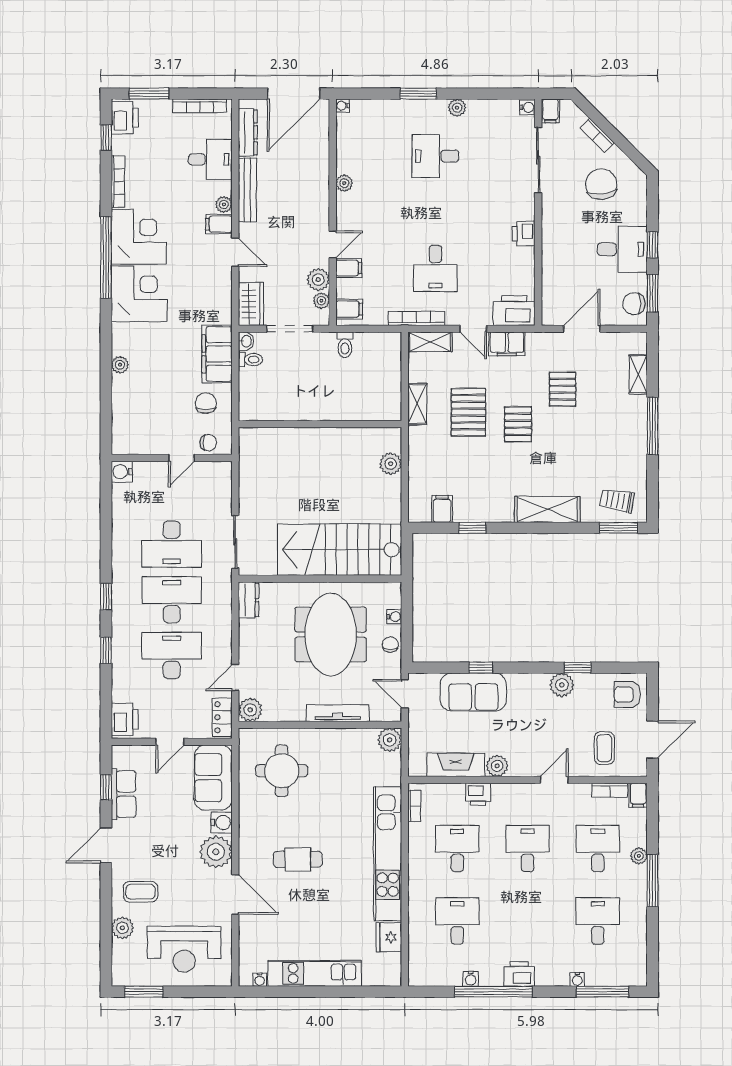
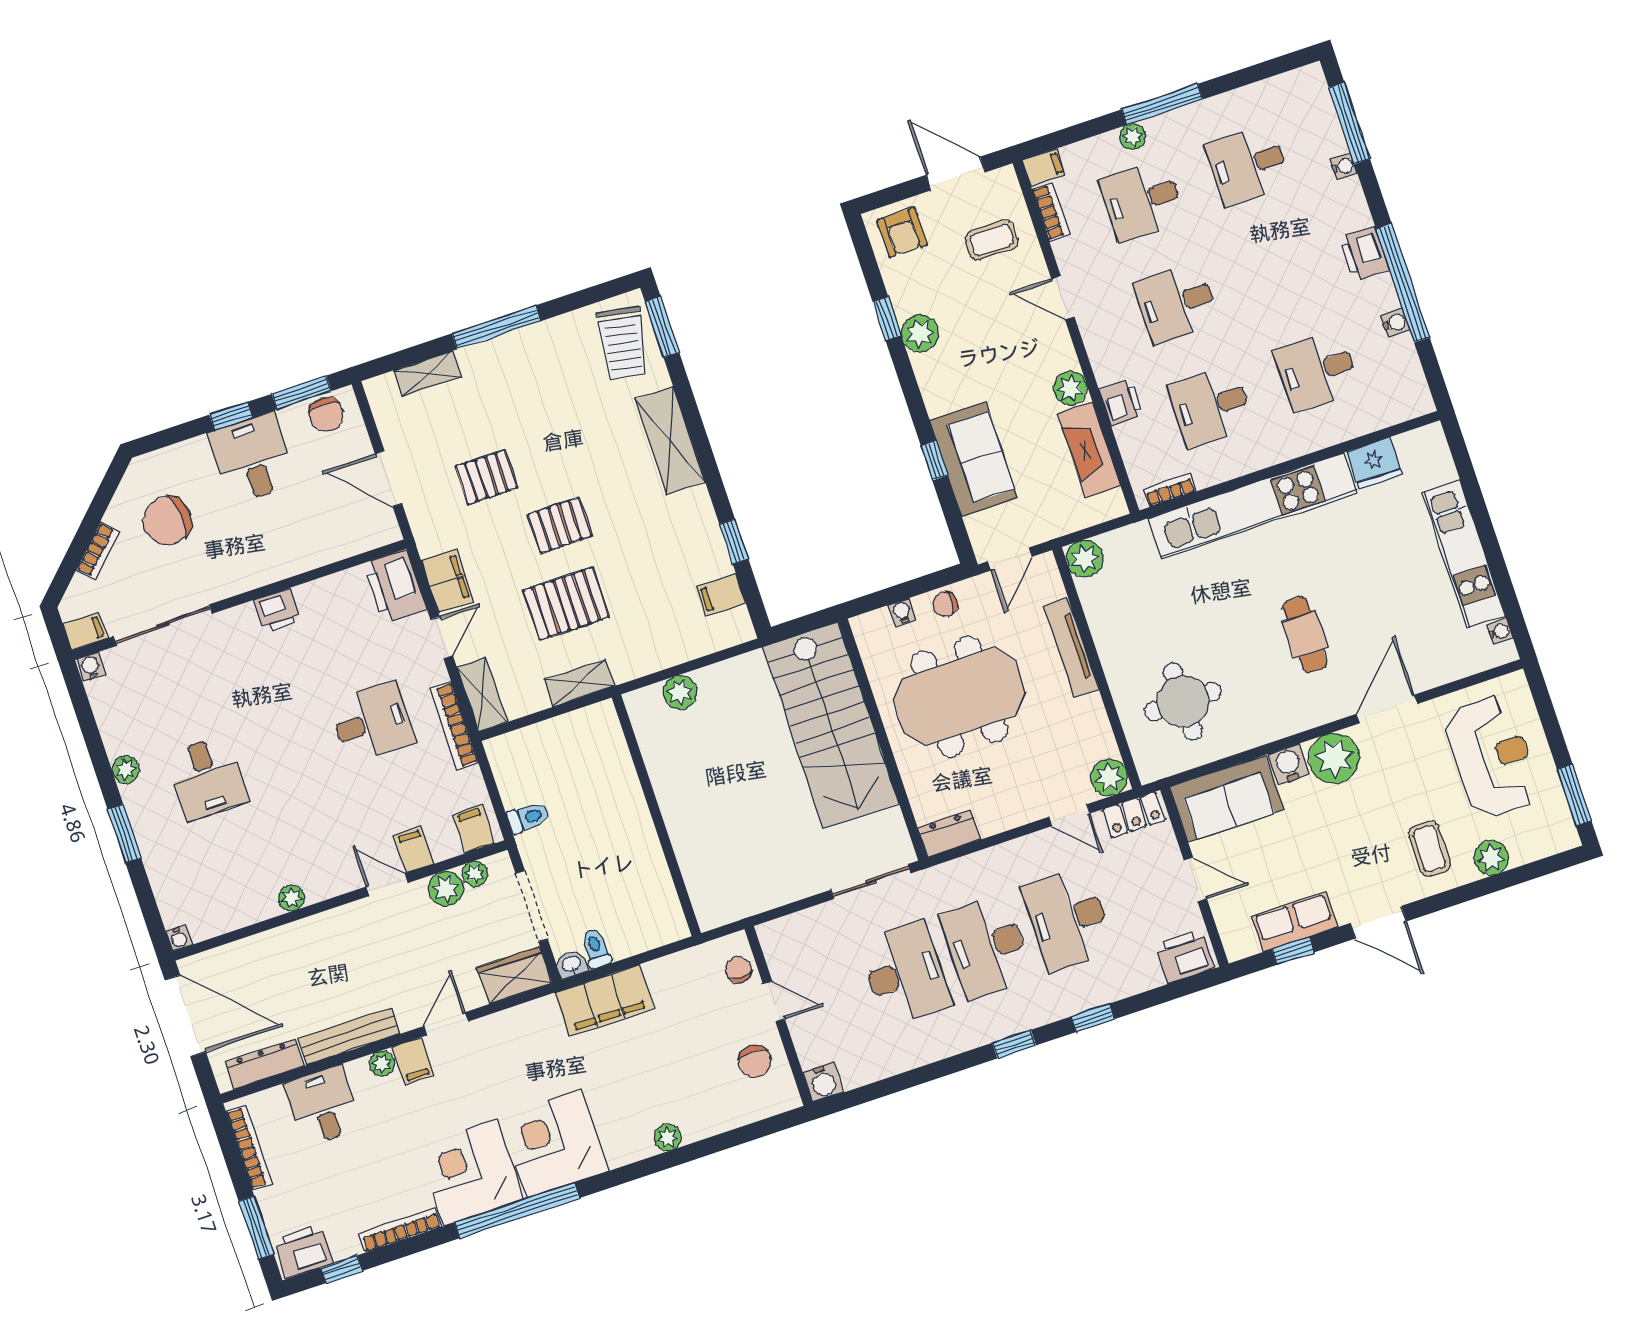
chair: (206, 403) -> (755, 1061), moved, turned -90
trolley: (617, 500) -> (623, 343), width x1.36, depth x1.39

